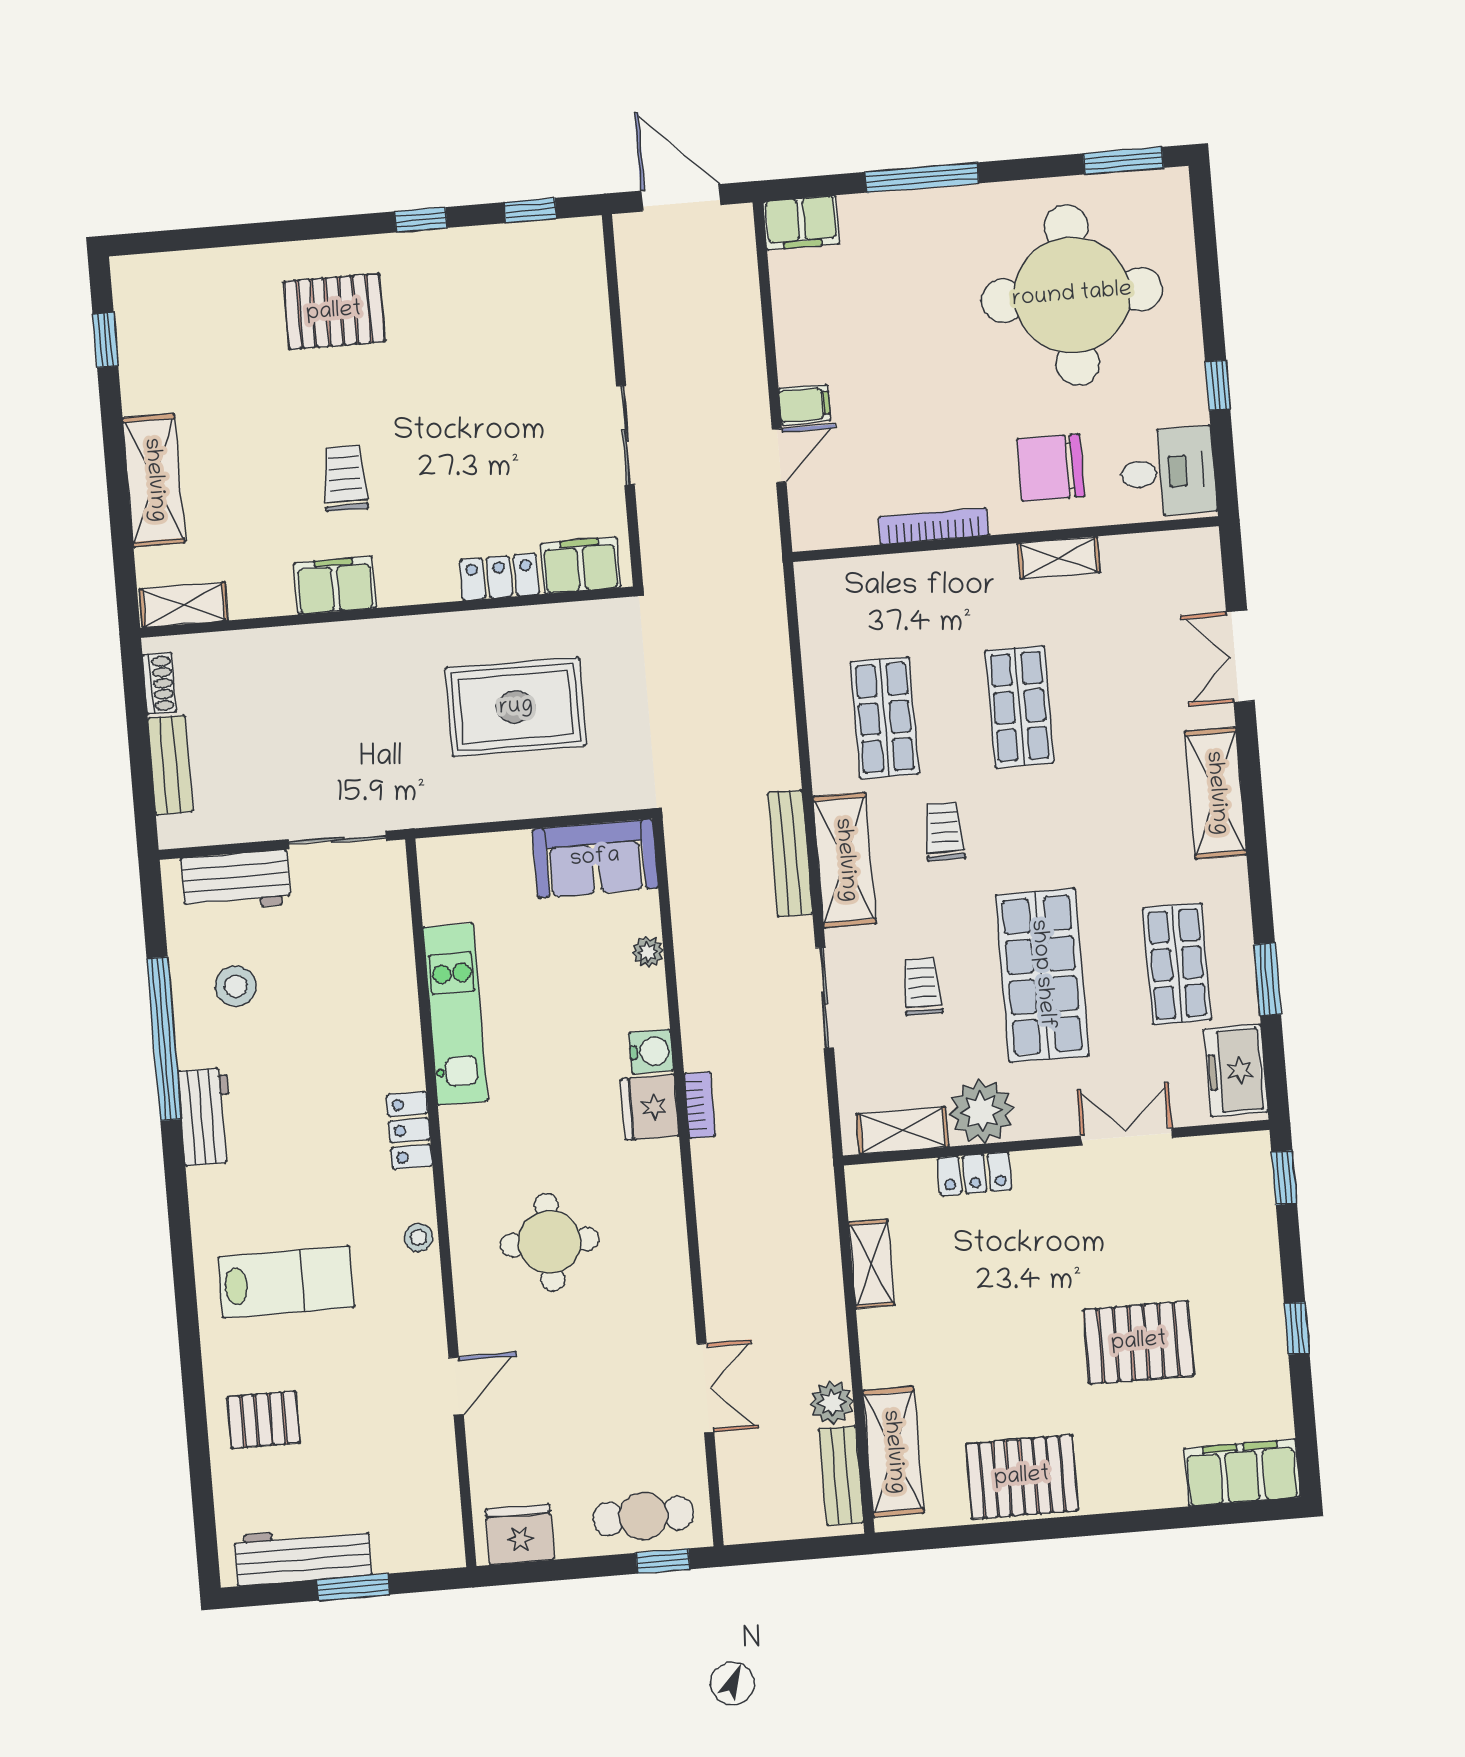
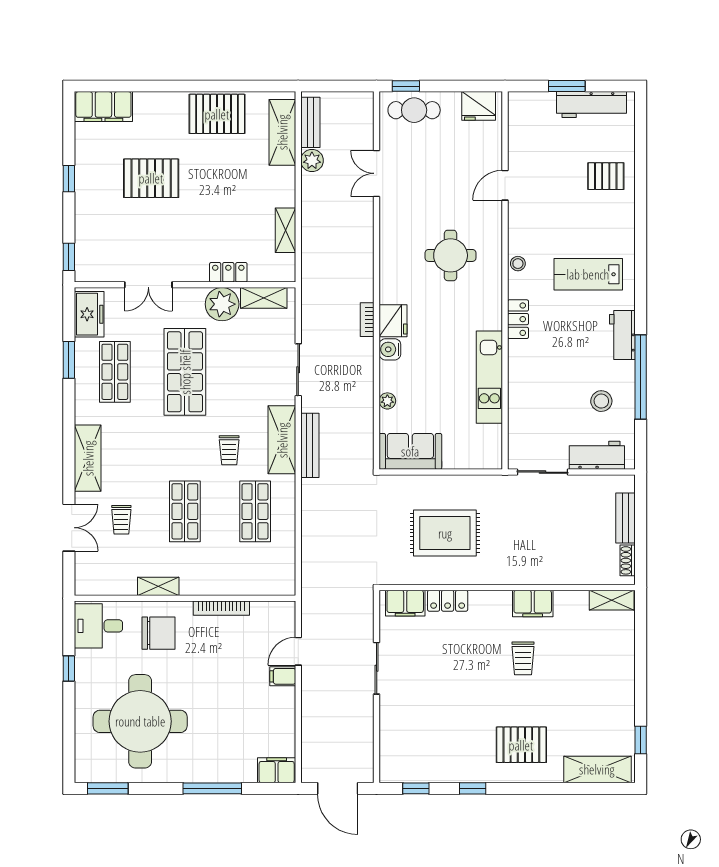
shelving: (154, 480) -> (597, 769), moved, turned 90
trolley: (922, 987) -> (121, 520), moved
lab bench: (286, 1282) -> (588, 274), moved

